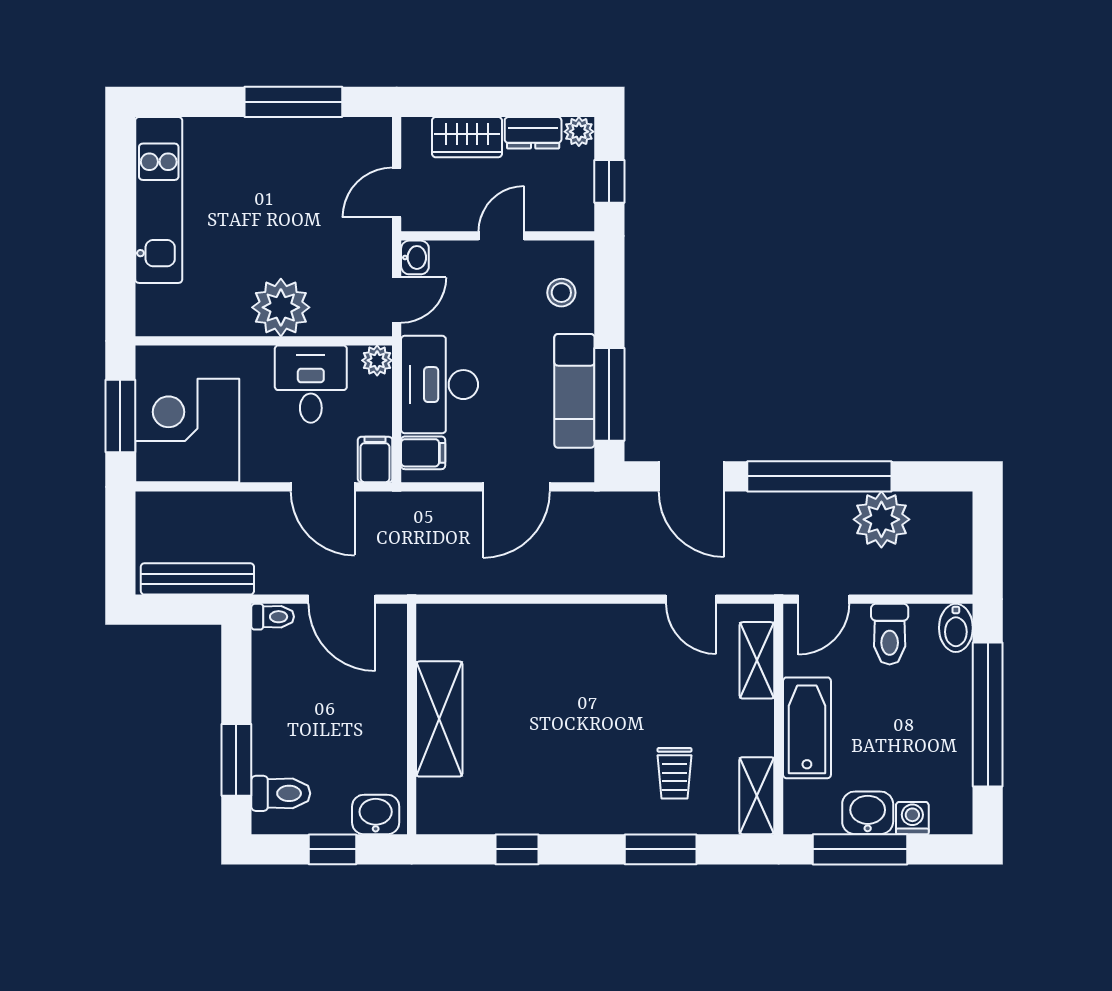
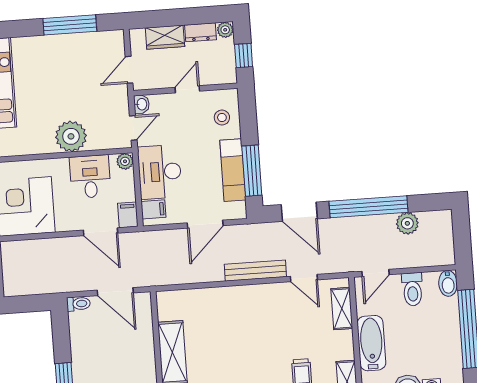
plant: (881, 519) -> (407, 223), width x0.73, depth x0.73
bench: (197, 579) -> (255, 271), moved

